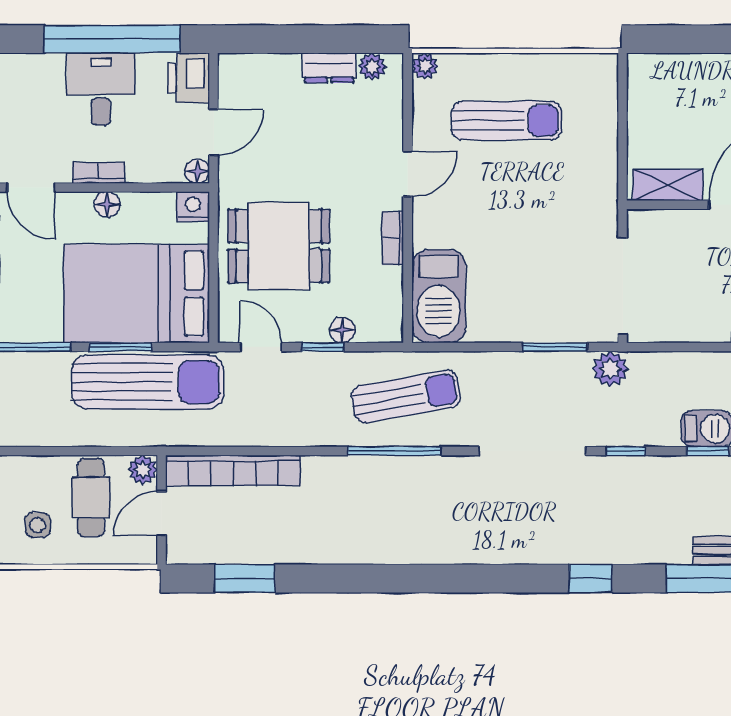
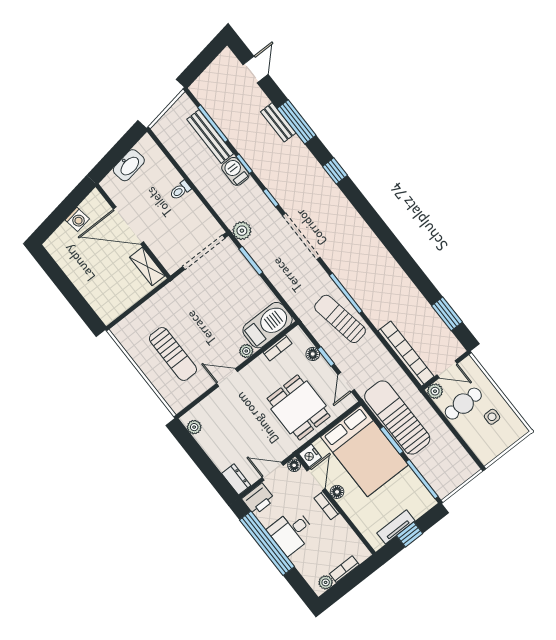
plant: (425, 66) -> (246, 351), moved
dresser: (329, 68) -> (236, 479), moved
sun lounger: (506, 121) -> (173, 354), turned 180
door: (31, 187) -> (316, 480), moved
bookcase: (393, 238) -> (278, 348), moved
sun lounger: (406, 397) -> (340, 319), moved

